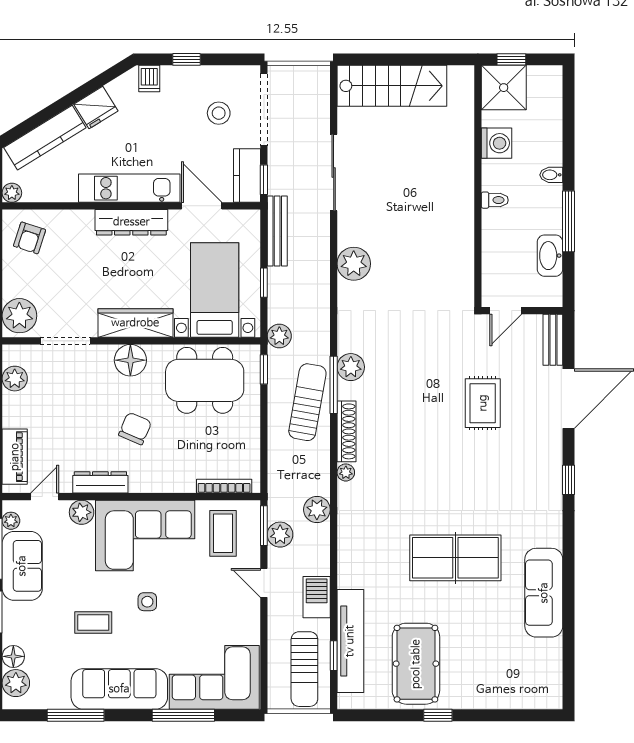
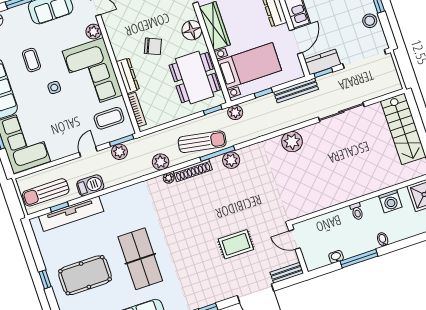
stool: (219, 113) -> (370, 21), moved
washbasin: (550, 256) -> (336, 257), width x0.52, depth x0.69
dresser: (100, 482) -> (128, 76), moved
plant: (317, 510) -> (161, 162), moved
pool table: (416, 664) -> (85, 275), moved

